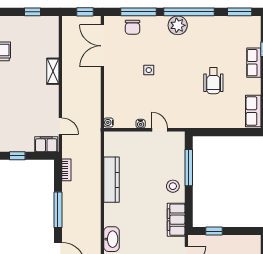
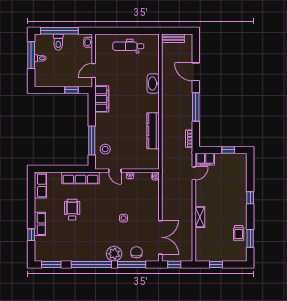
plant: (178, 25) -> (114, 254), moved
row of seats: (203, 121) -> (80, 178), added
door: (60, 126) -> (194, 173), swing flipped
stool: (173, 186) -> (105, 149), moved

